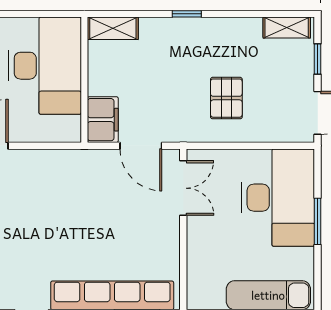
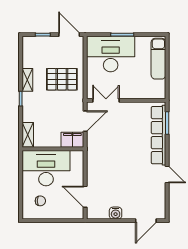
shelving: (287, 28) -> (27, 80), moved
pallet: (226, 98) -> (62, 79), width x1.50, depth x1.42

